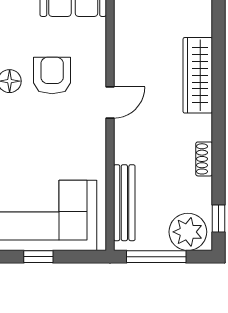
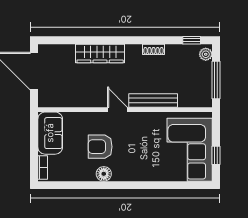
bench: (124, 203) -> (153, 100), moved
plant: (188, 232) -> (206, 54), width x0.53, depth x0.53

